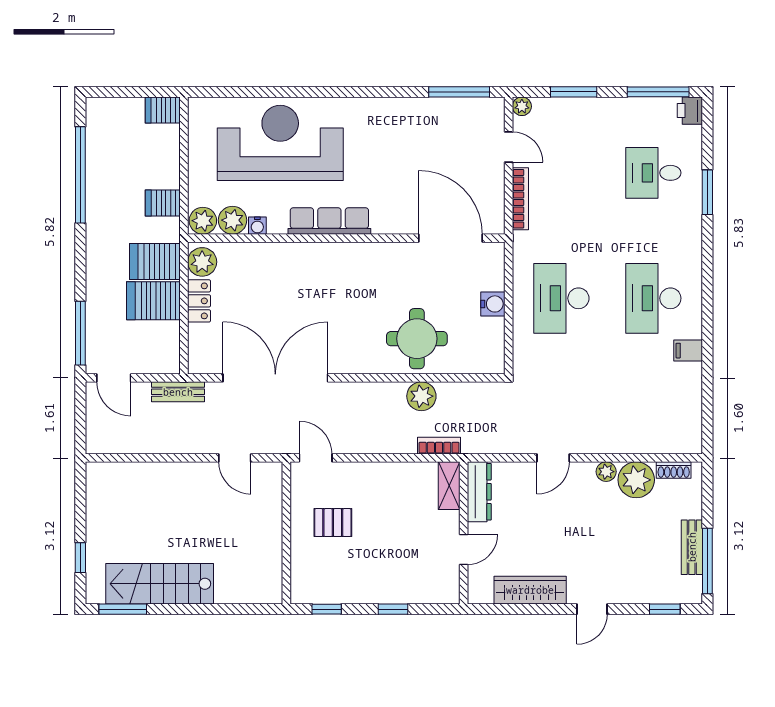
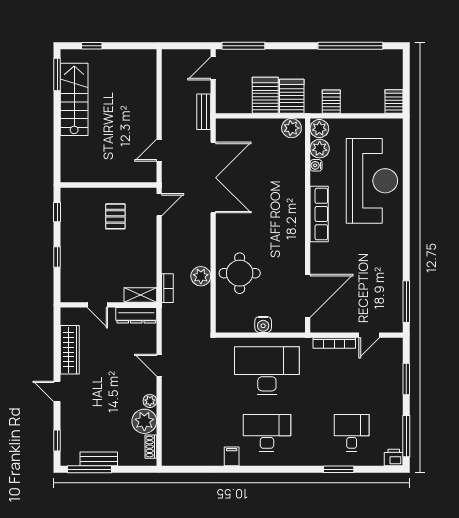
plant: (522, 106) -> (397, 344), removed
desk: (561, 298) -> (267, 371), width x1.36, depth x1.30
locker: (199, 301) -> (265, 126), removed

